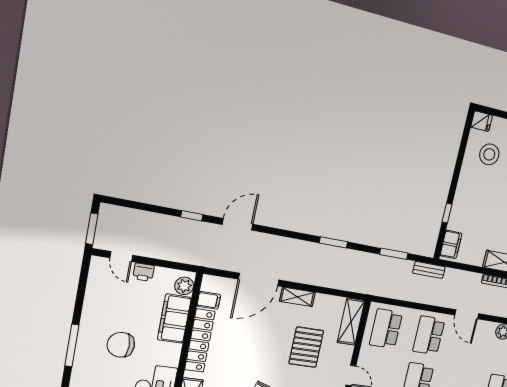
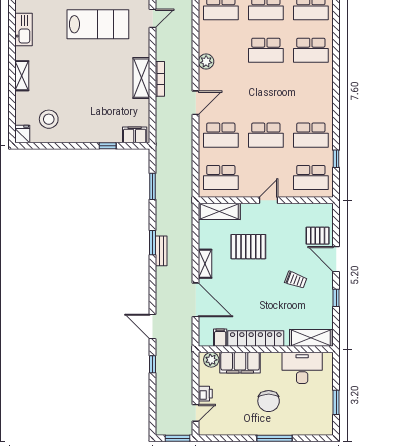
bench: (429, 270) -> (161, 251), moved

